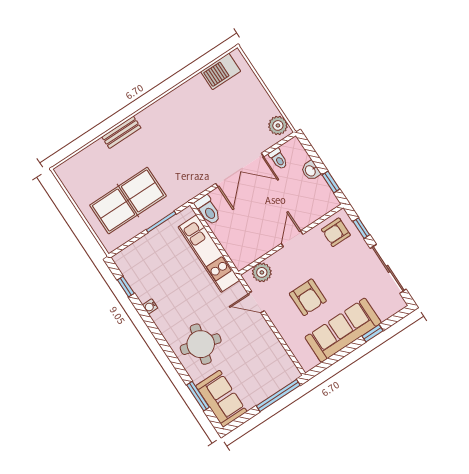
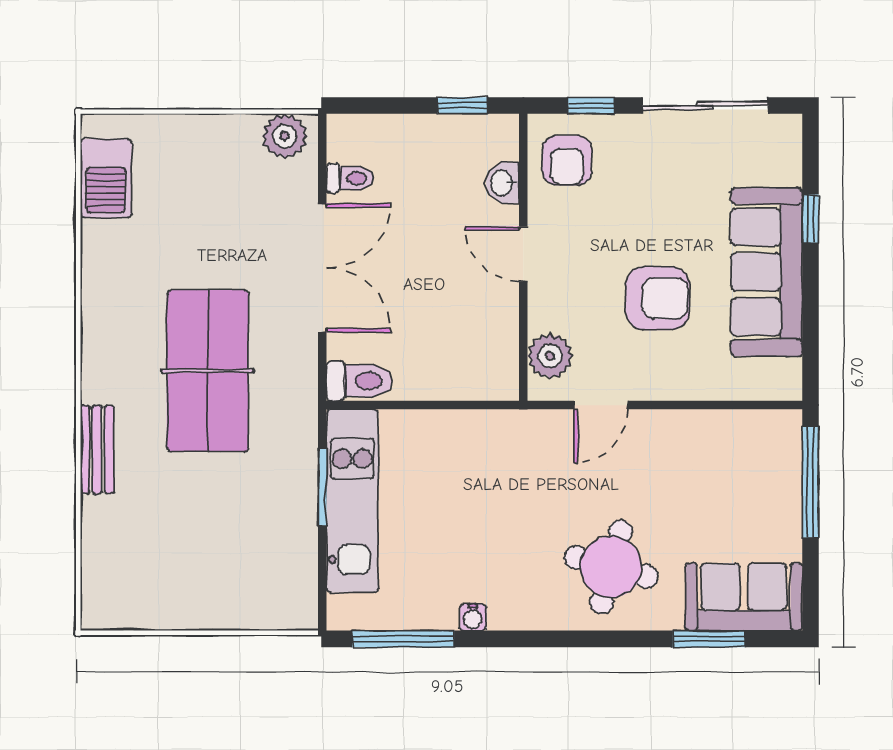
washbasin: (311, 171) -> (503, 183), moved, turned 90
table tennis table: (128, 201) -> (208, 371), moved
kitchen unit: (209, 254) -> (352, 501), moved, turned -90
window: (126, 287) -> (403, 639), width x2.17

